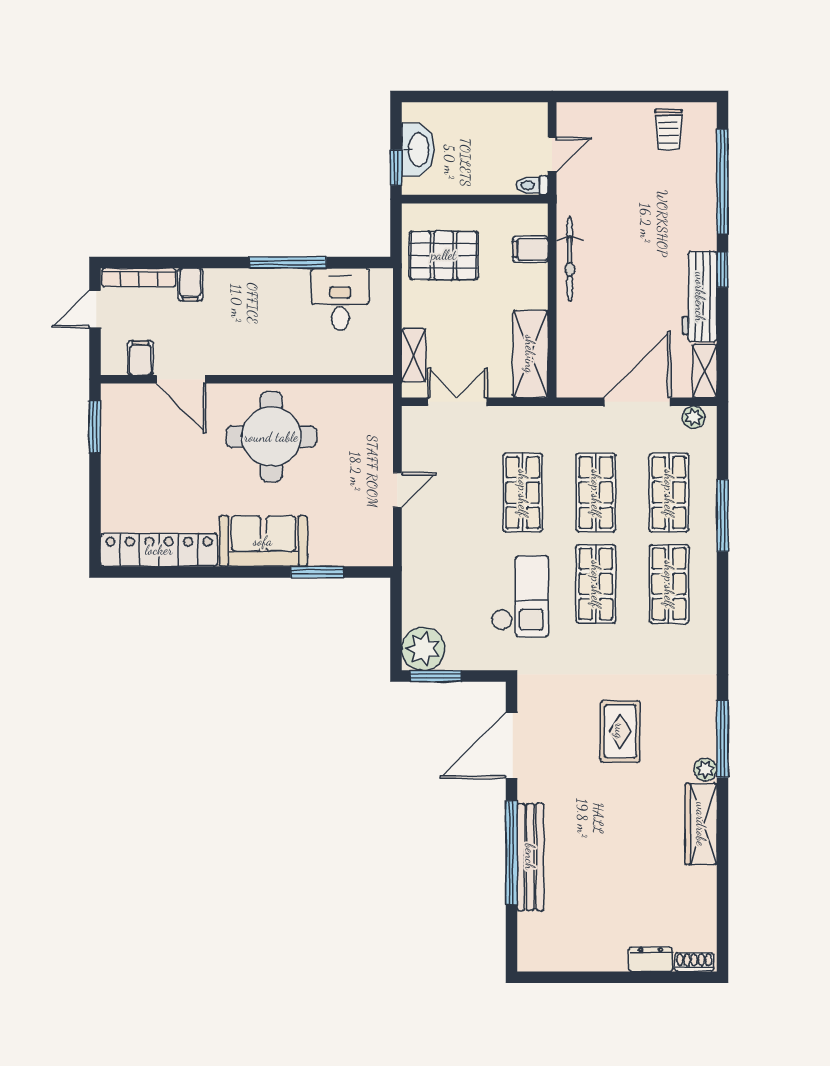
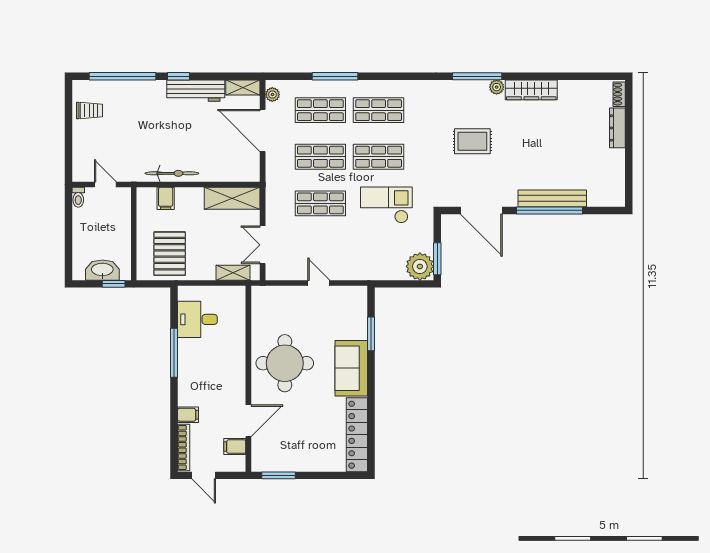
toilet: (532, 185) -> (78, 197), moved
dresser: (651, 959) -> (617, 128), width x1.44

